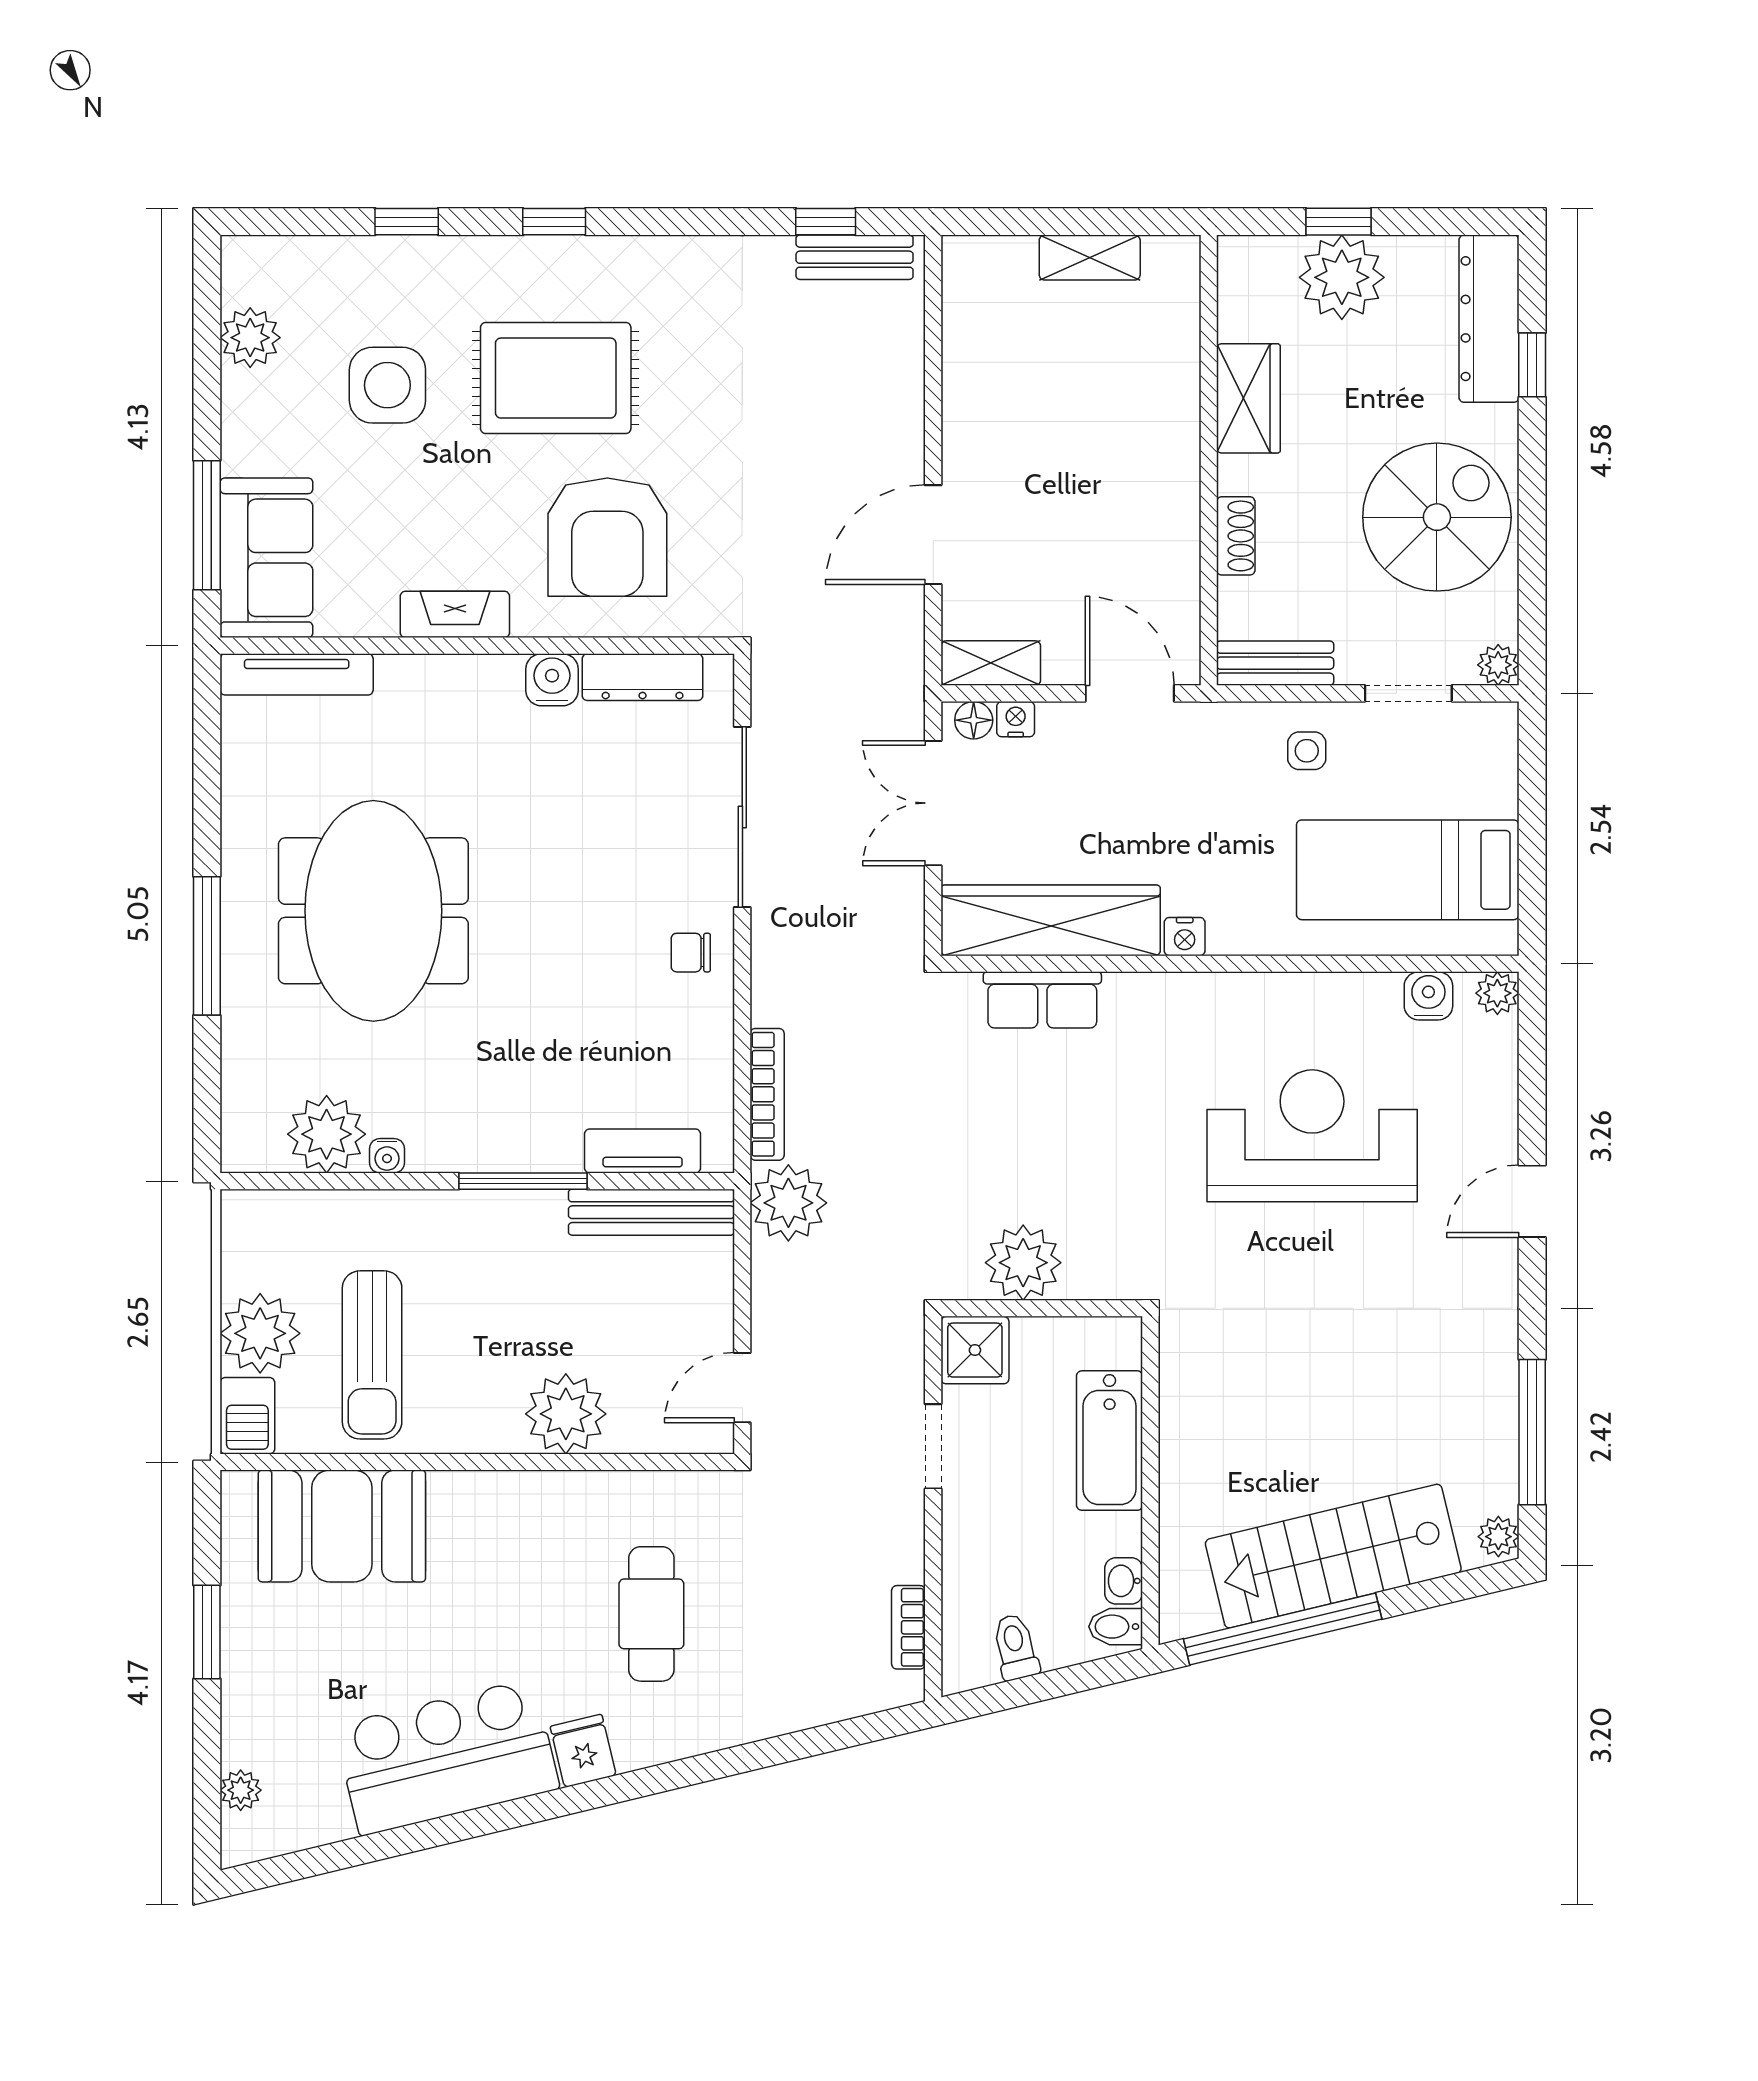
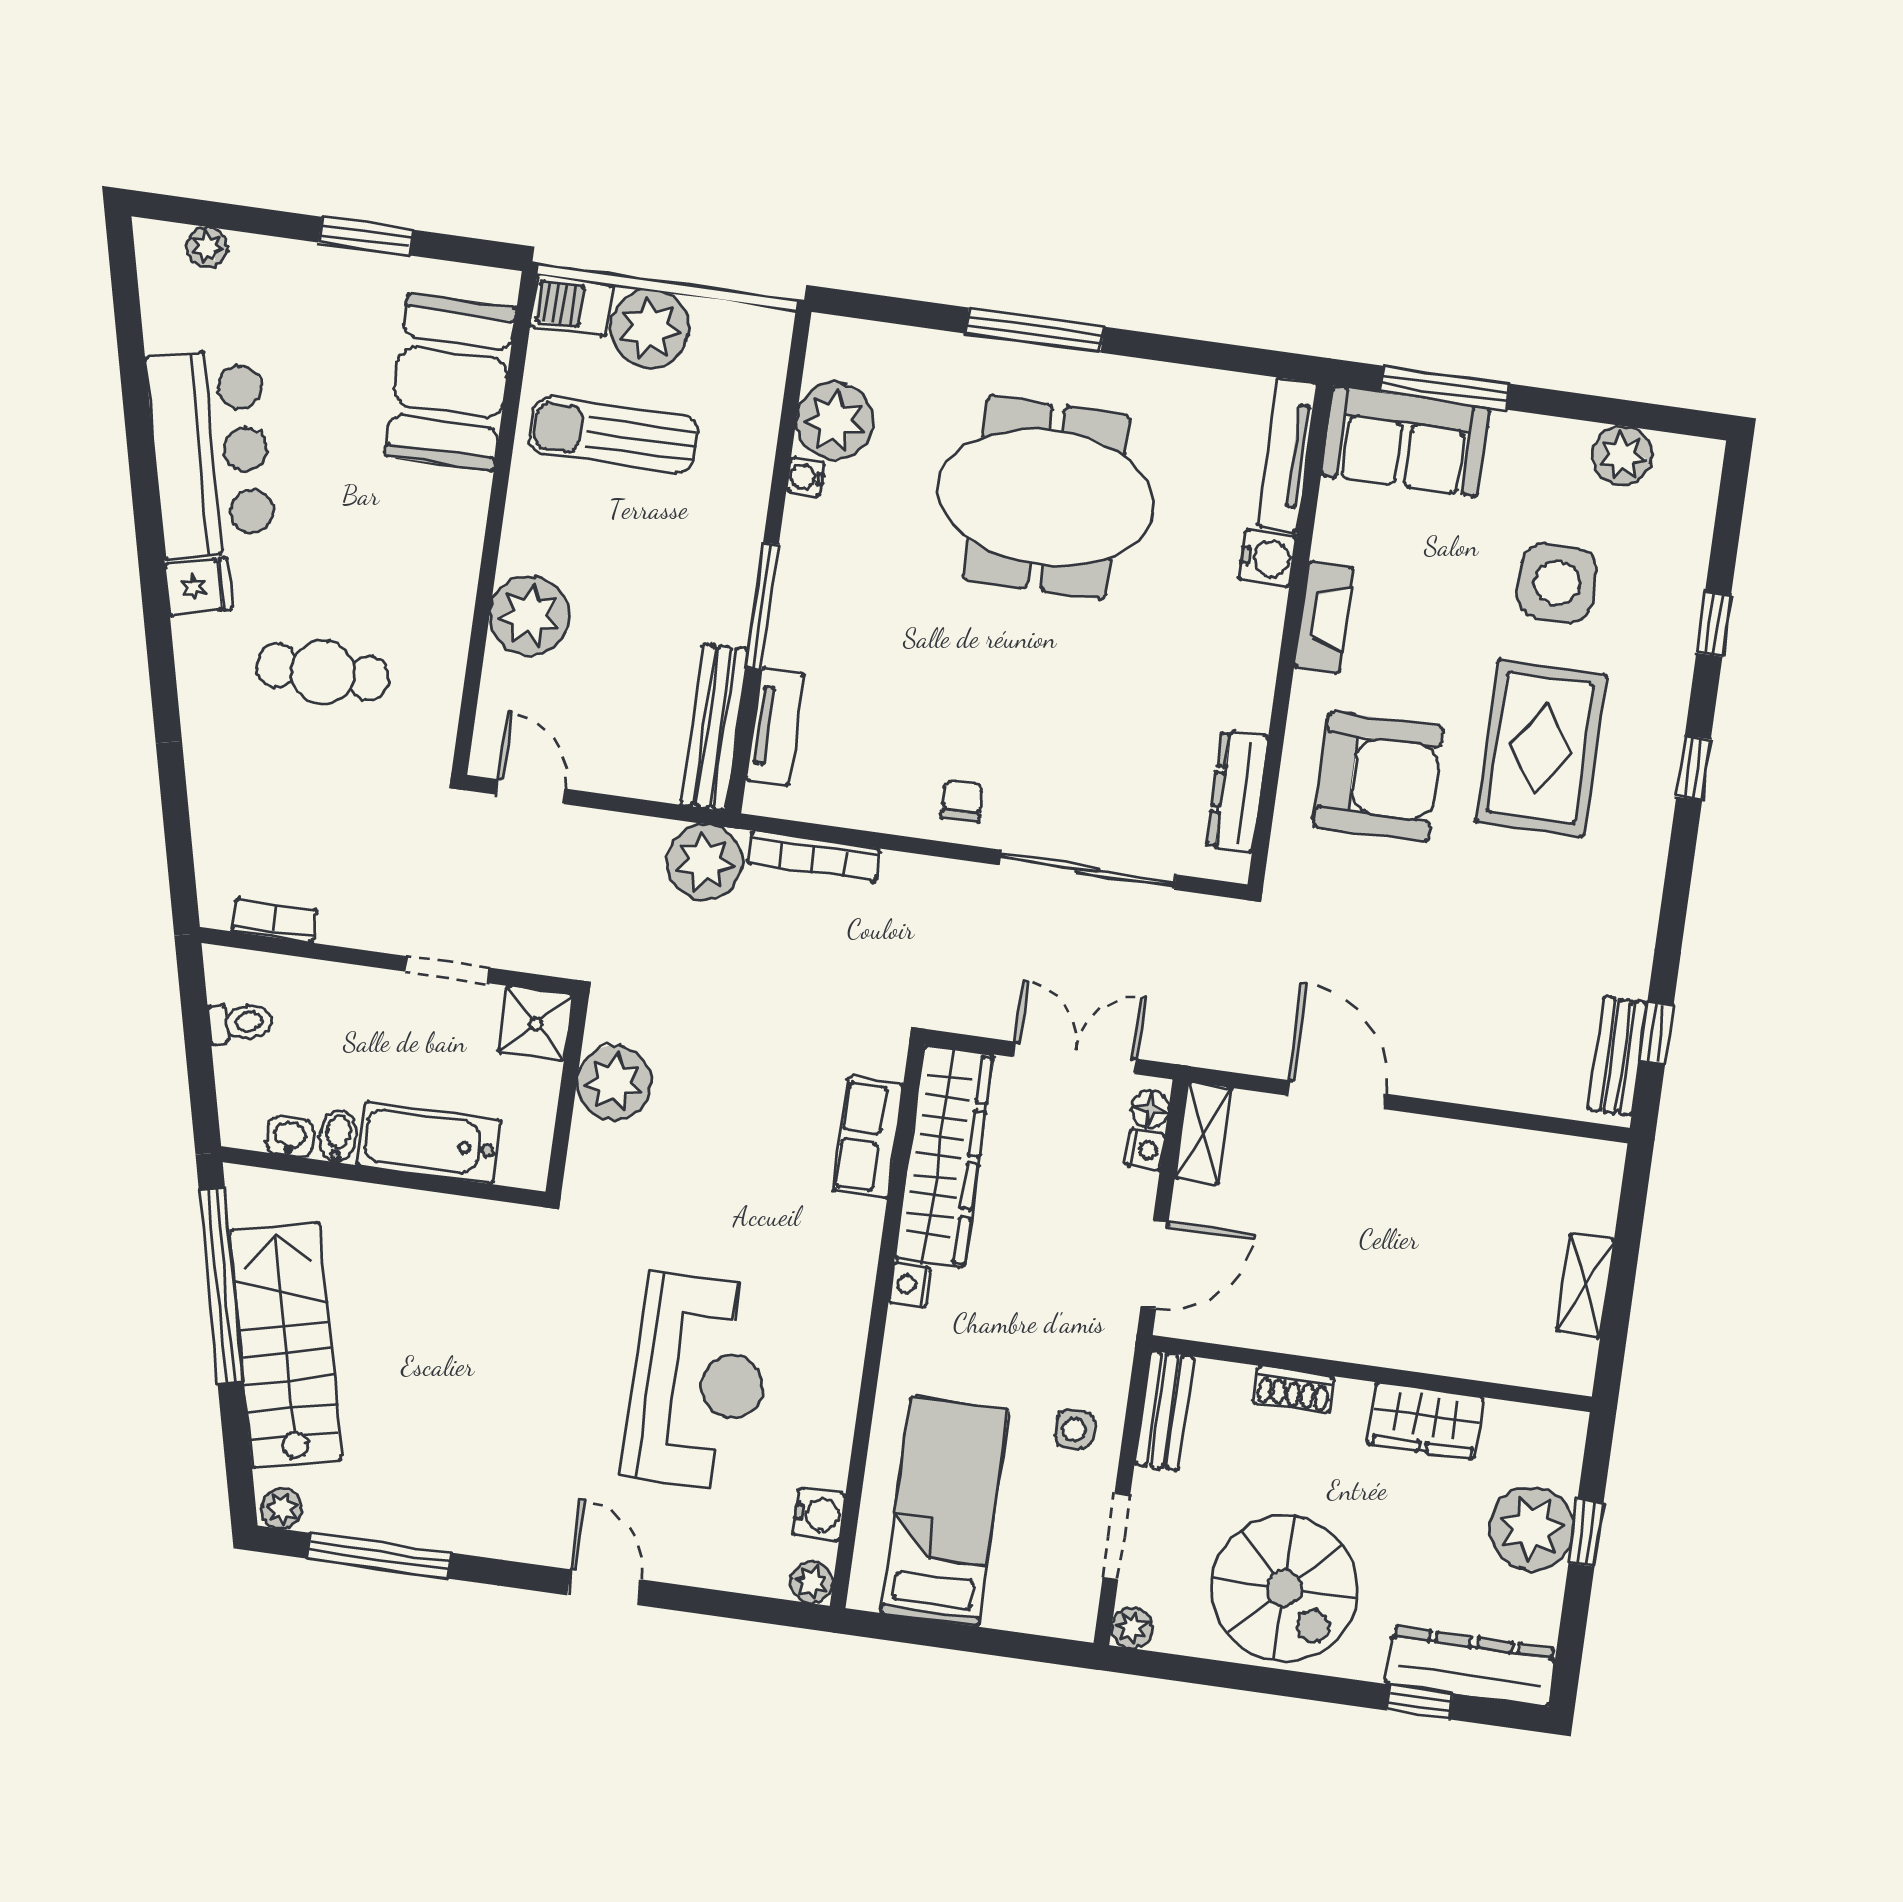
armchair: (607, 537) -> (1379, 777), turned 180
water cooler: (552, 680) -> (1267, 558), moved
bidet: (1116, 1627) -> (338, 1136), moved

